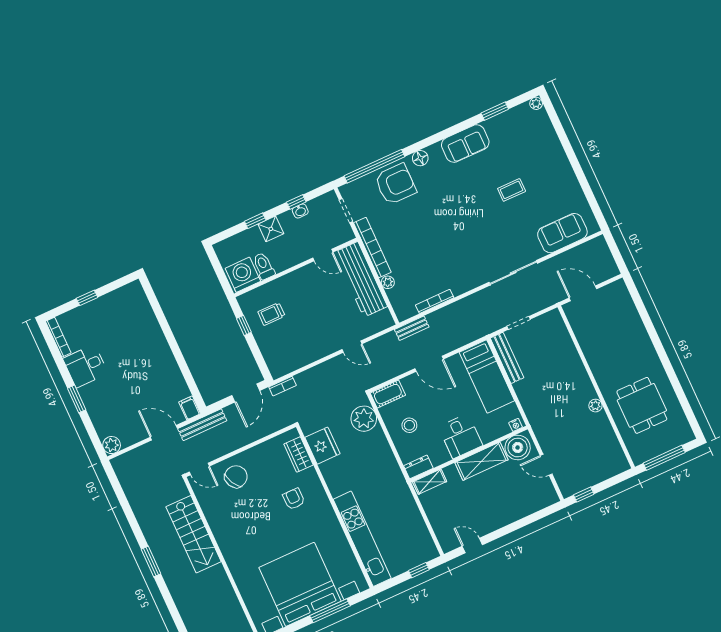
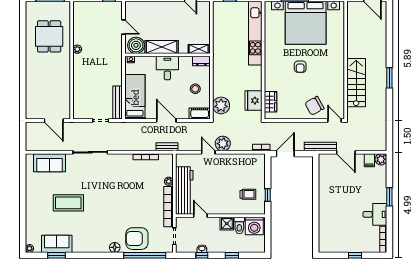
sofa: (465, 144) -> (57, 244), moved
coffee table: (512, 190) -> (68, 203), width x1.86, depth x1.72
shower: (271, 229) -> (227, 224), moved
plant: (338, 368) -> (223, 144), added
filing cabinet: (190, 408) -> (369, 160), moved
armchair: (294, 499) -> (300, 67), moved

